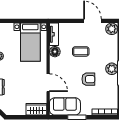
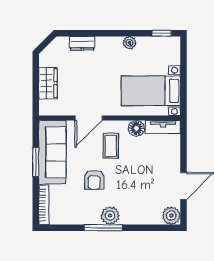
coffee table: (81, 51) -> (111, 146), moved
sofa: (65, 106) -> (52, 152), width x1.36
wardrobe: (36, 109) -> (48, 83), moved

